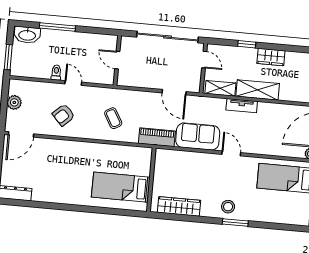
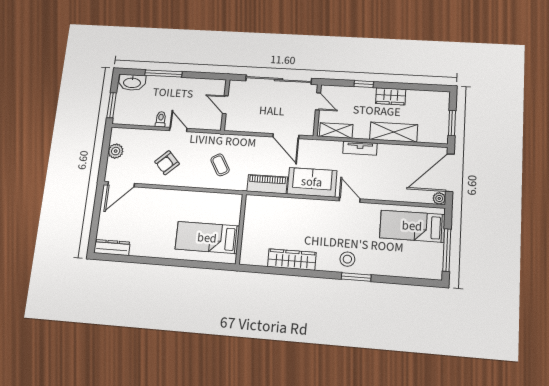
shelving: (258, 90) -> (394, 132), moved
wall: (151, 180) -> (241, 229), moved
bed: (121, 187) -> (207, 238), moved

